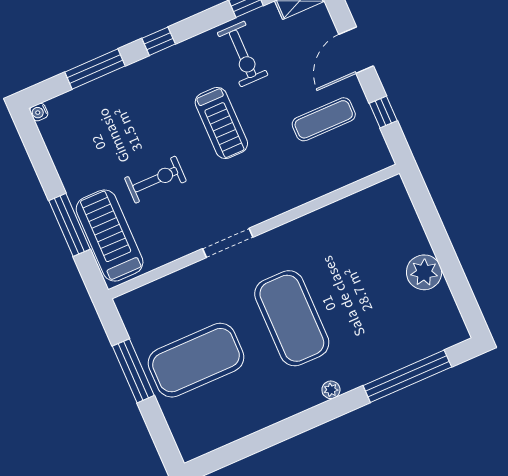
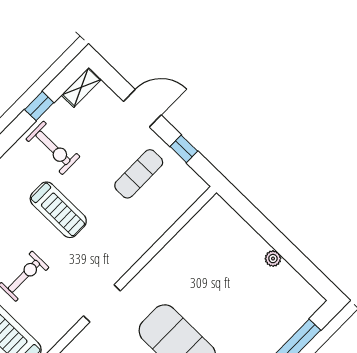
door: (356, 50) -> (142, 108), swing flipped
plant: (424, 272) -> (273, 259), width x0.53, depth x0.53

